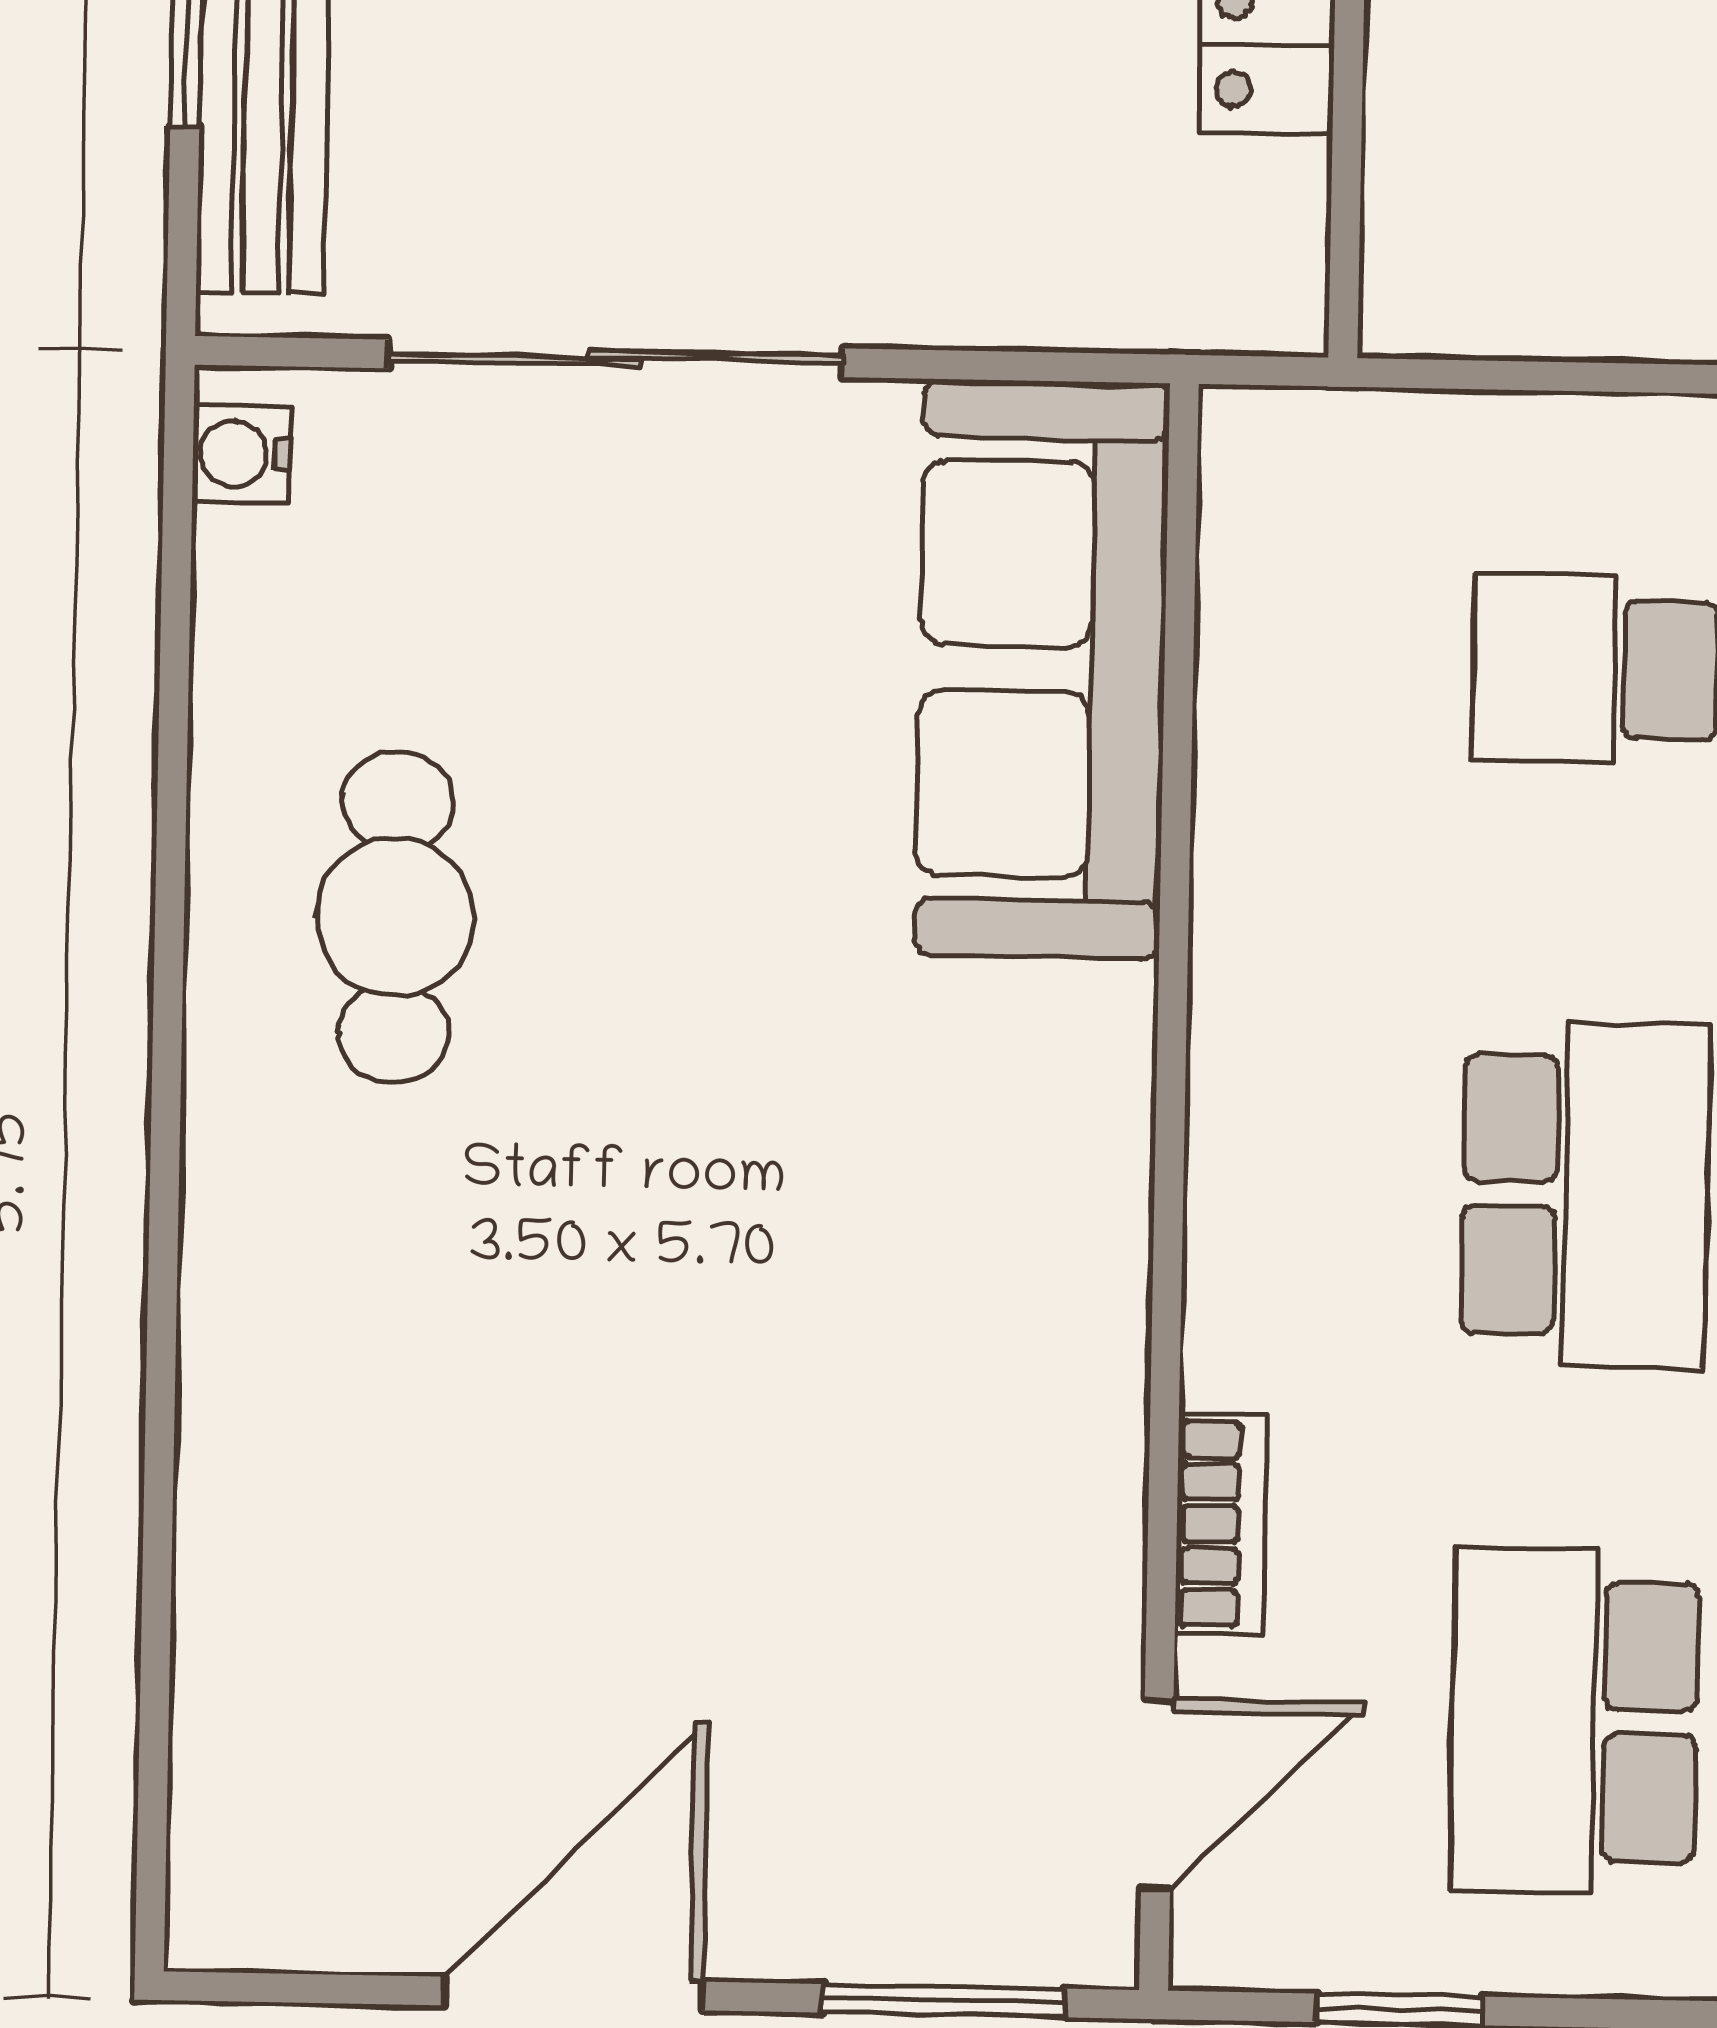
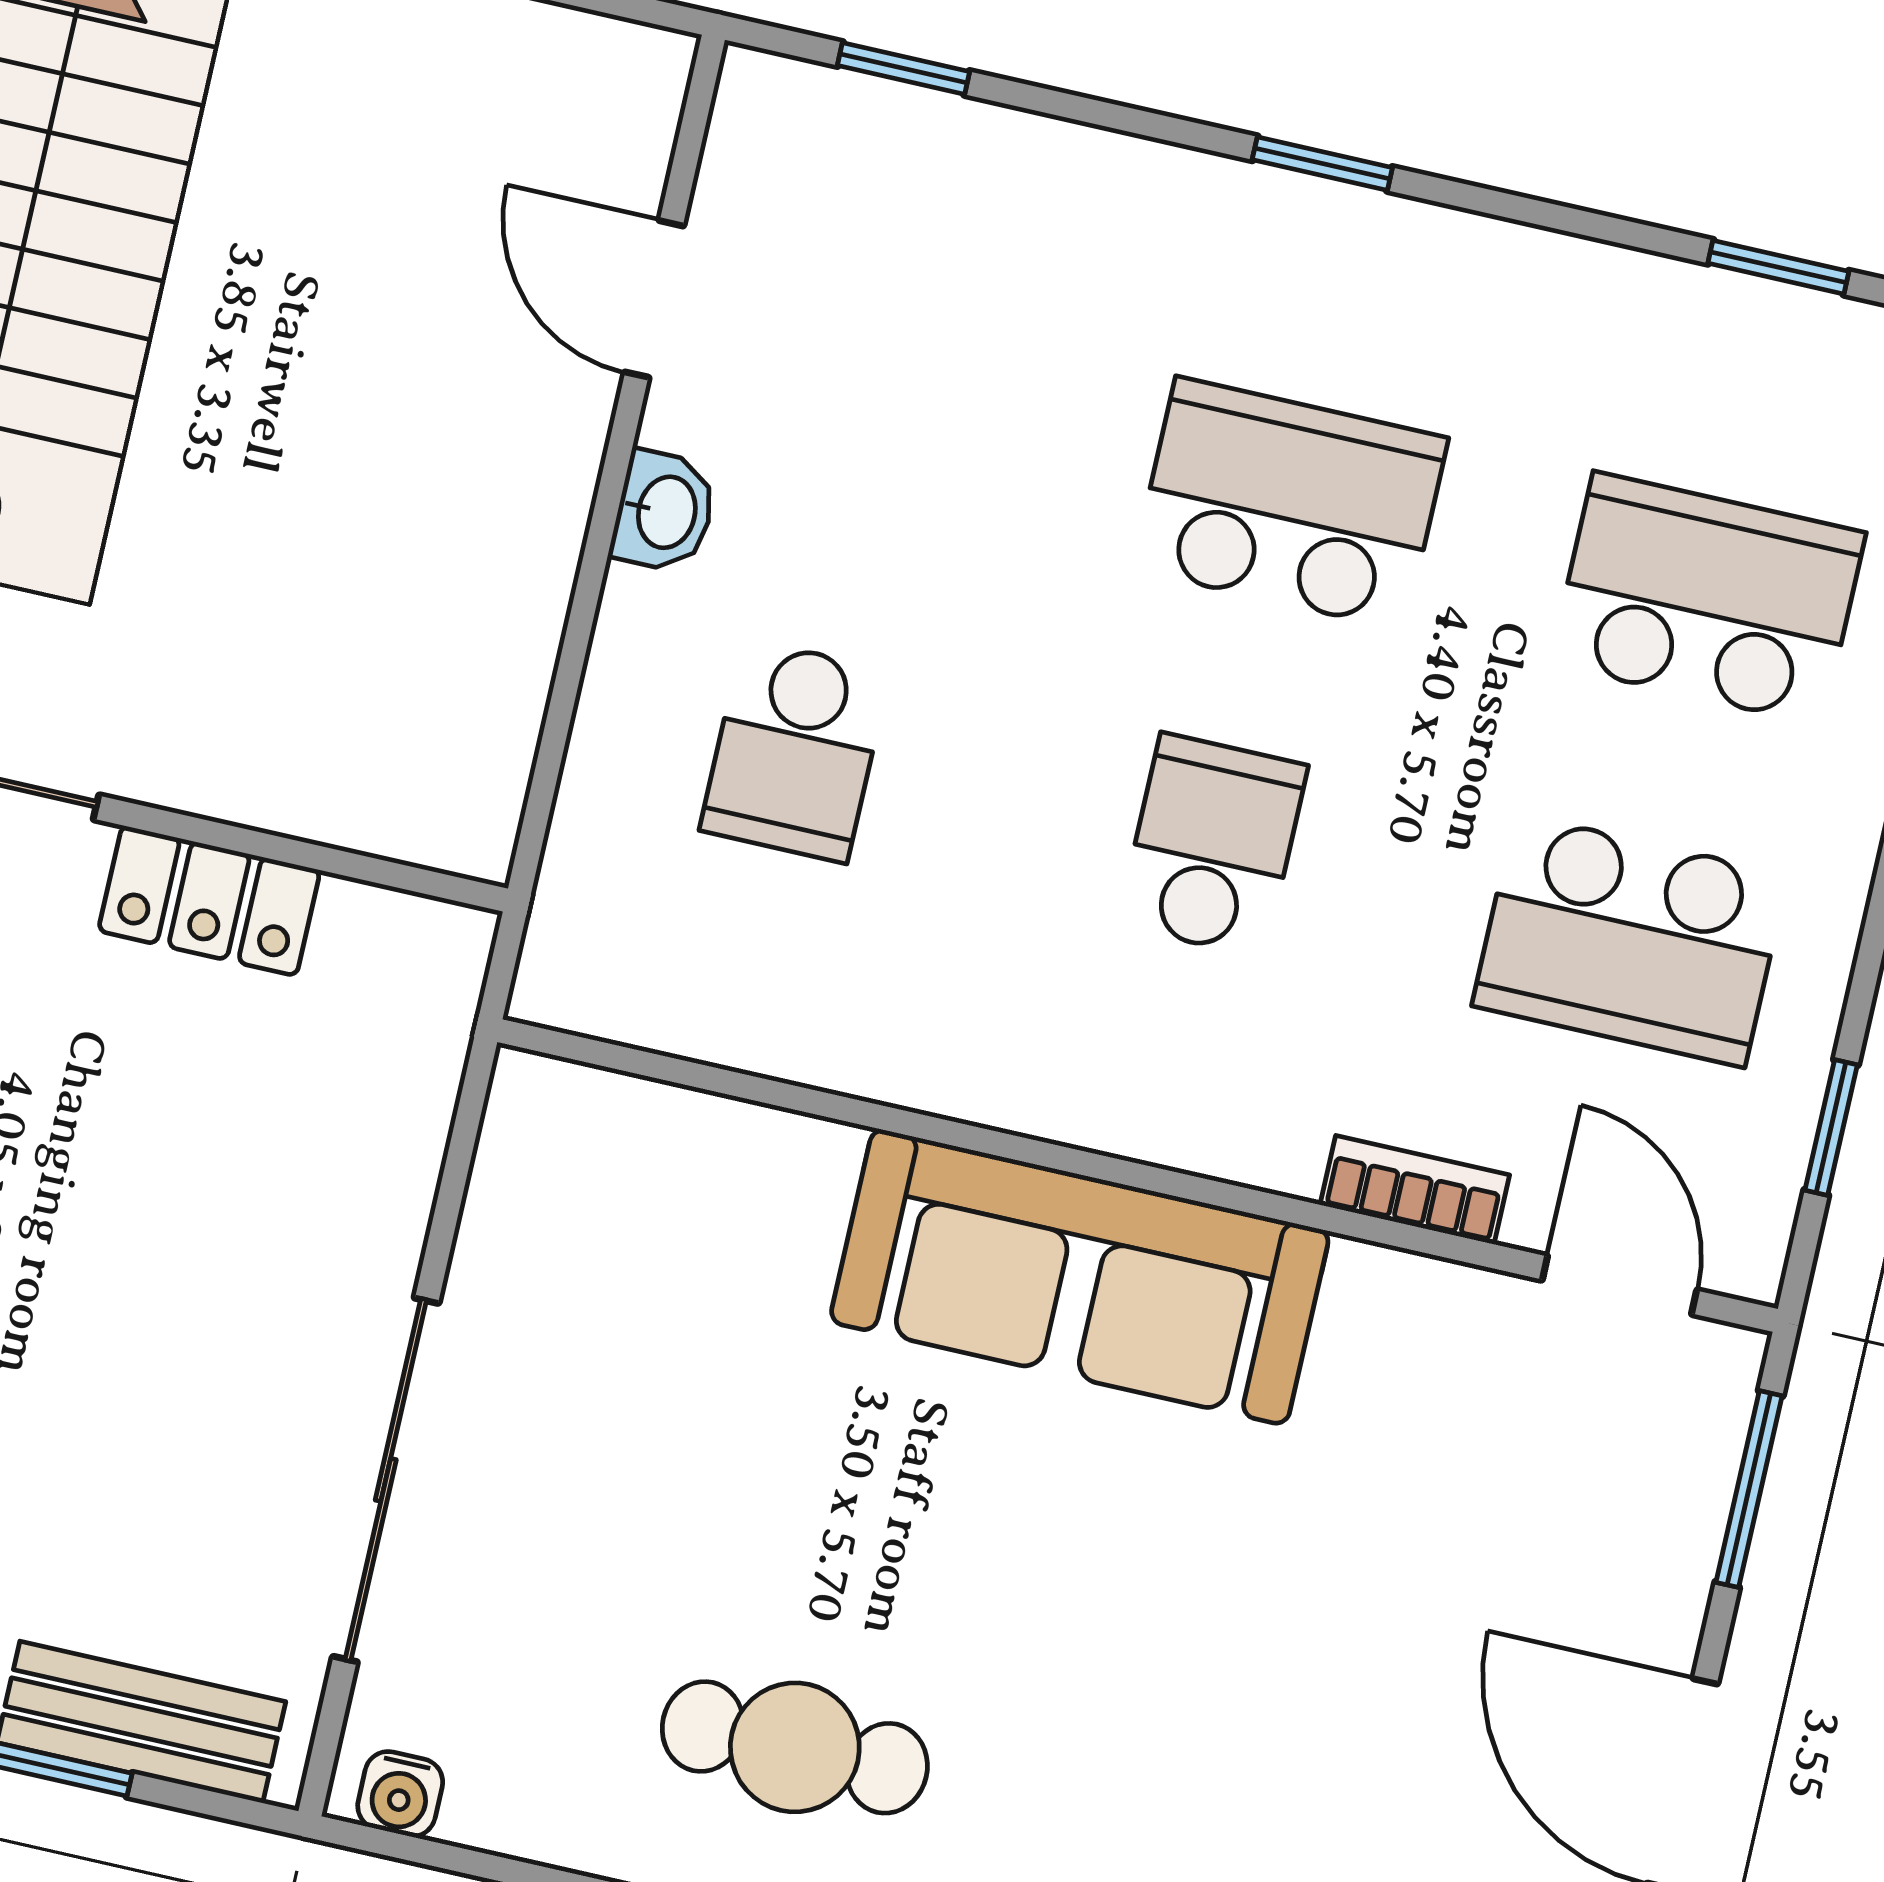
sofa: (1042, 669) -> (1080, 1277), moved
school desk: (1585, 1195) -> (1213, 845), width x0.54

